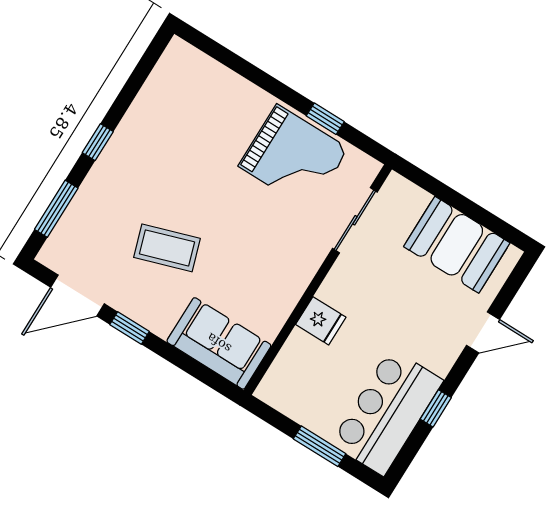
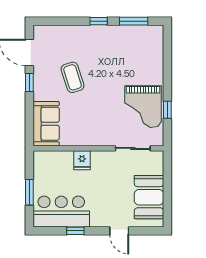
window: (56, 209) -> (134, 21), moved

